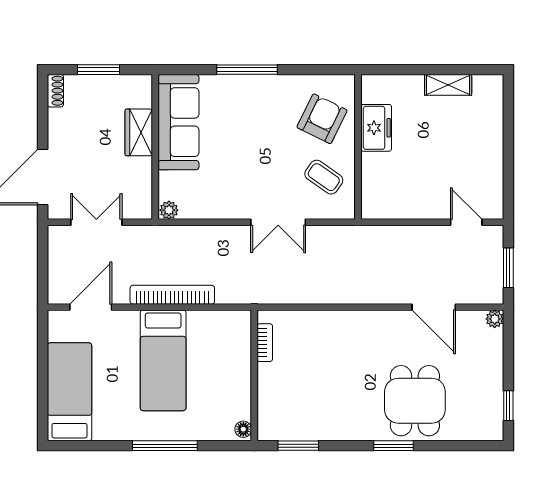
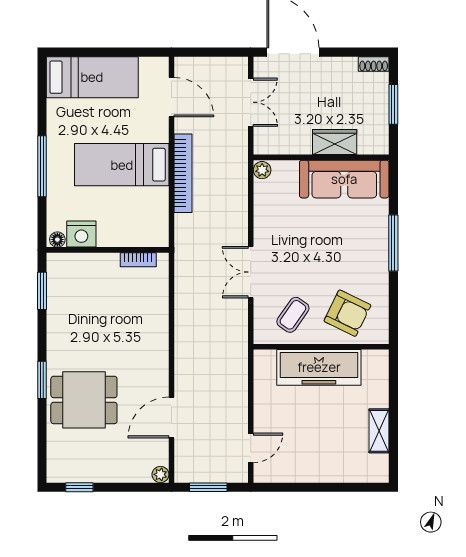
freezer: (376, 128) -> (319, 367), width x1.91, depth x1.26
nightstand: (237, 403) -> (81, 234), added

